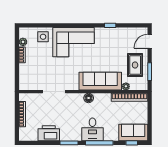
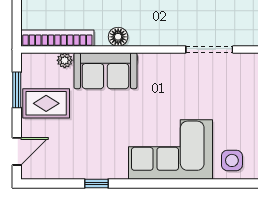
rug: (135, 65) -> (46, 103), turned 90
sofa: (100, 81) -> (105, 71), width x0.73
floor lamp: (89, 98) -> (118, 37), moved

